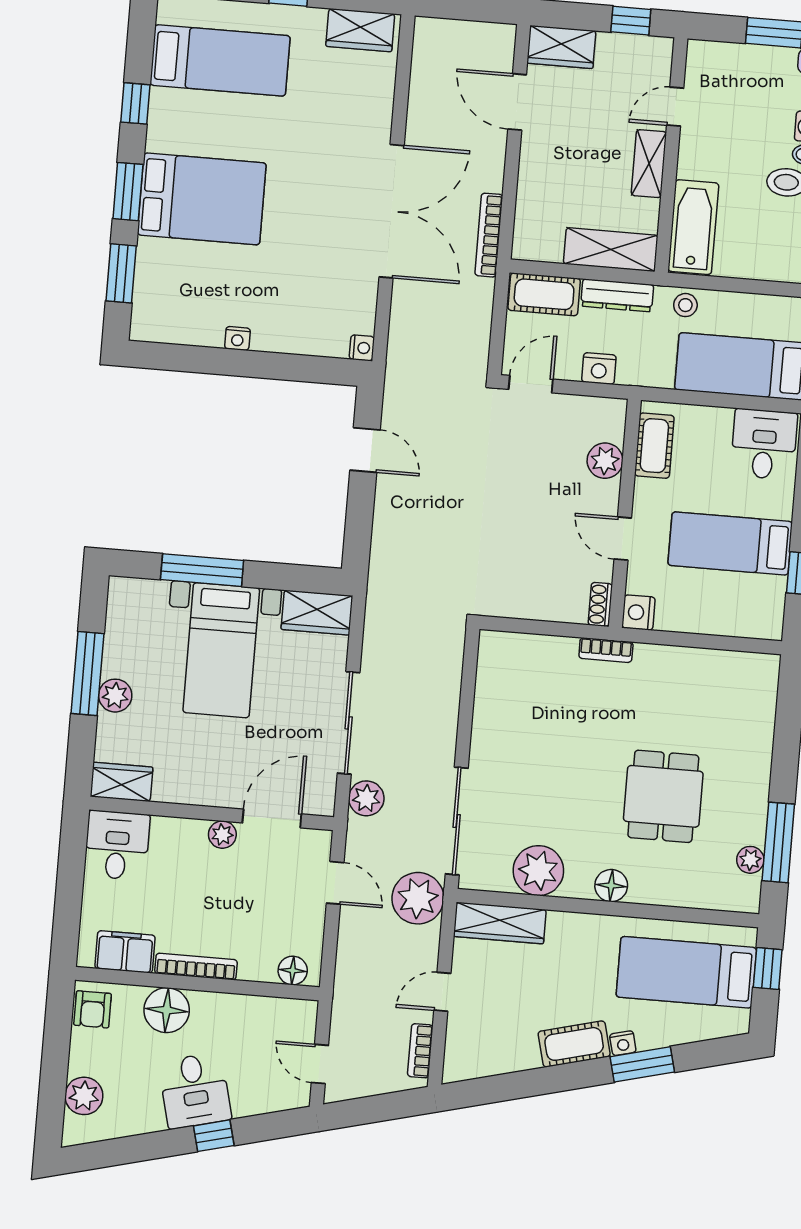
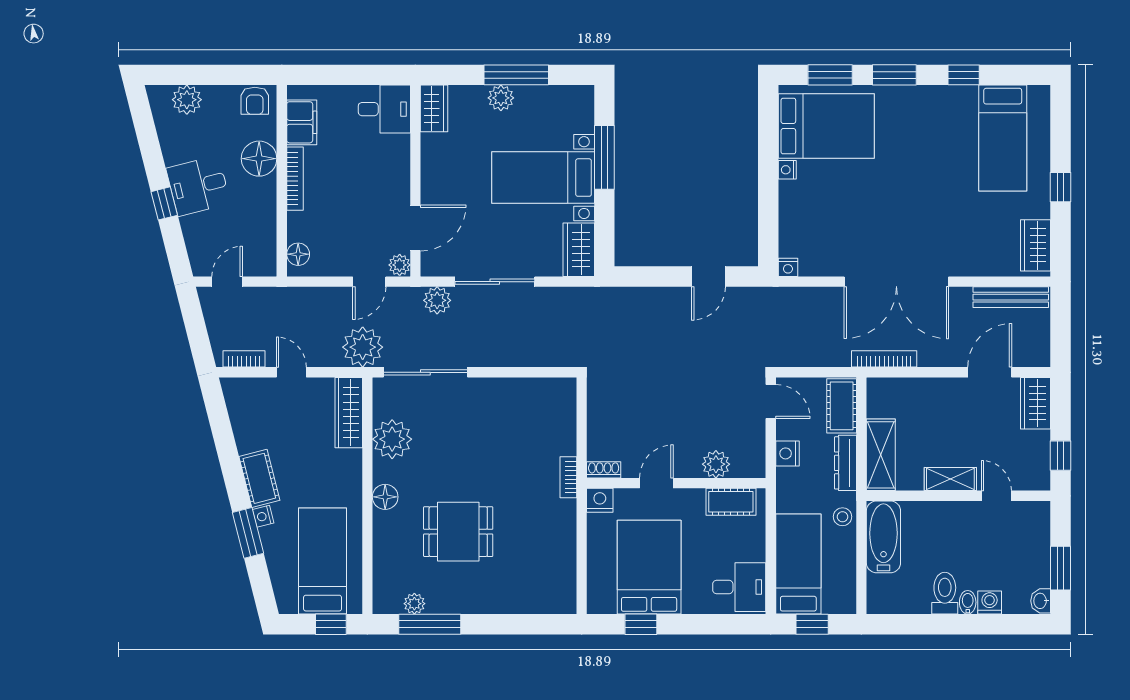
bench: (424, 67) -> (1011, 297), added
bed: (202, 199) -> (826, 126), moved, turned -90
bathtub: (693, 227) -> (883, 537), moved, turned -90
bed: (730, 543) -> (649, 567), width x1.50
door: (272, 818) -> (415, 228), hinge flipped
plant: (222, 835) -> (400, 265), moved
armchair: (93, 1009) -> (255, 101), turned -90

